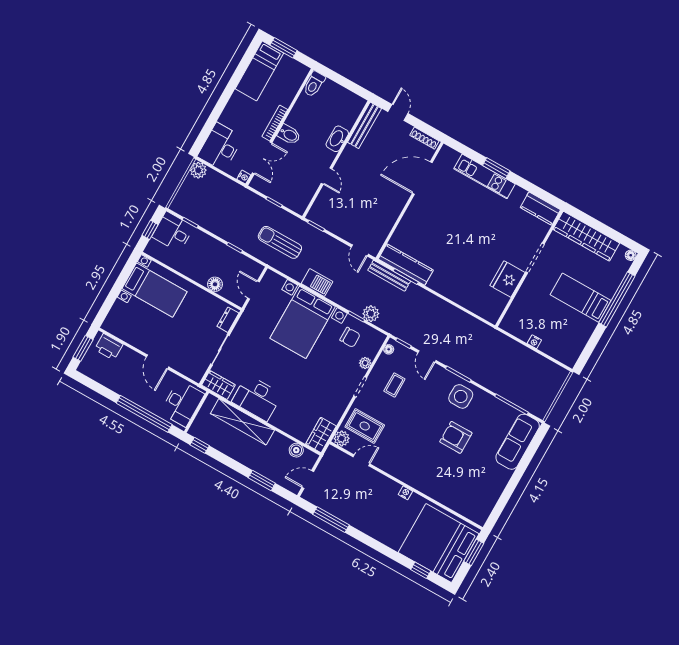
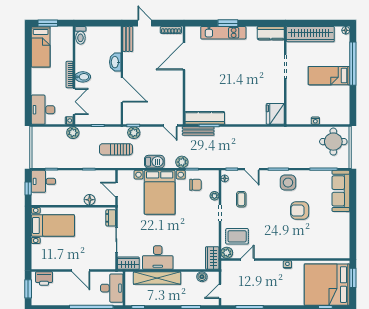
bench: (364, 125) -> (128, 39), width x0.73
plant: (198, 170) -> (73, 133), moved
door: (327, 176) -> (122, 90), width x1.87
plant: (312, 235) -> (134, 133), added
fridge: (507, 279) -> (275, 114), moved
plant: (371, 314) -> (182, 162), moved
round table: (542, 378) -> (333, 142), added

